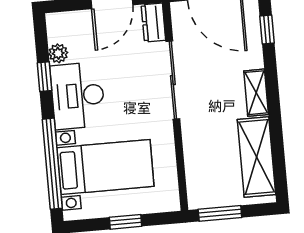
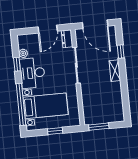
window: (267, 30) -> (121, 51), moved
shelving: (256, 157) -> (115, 100), removed

